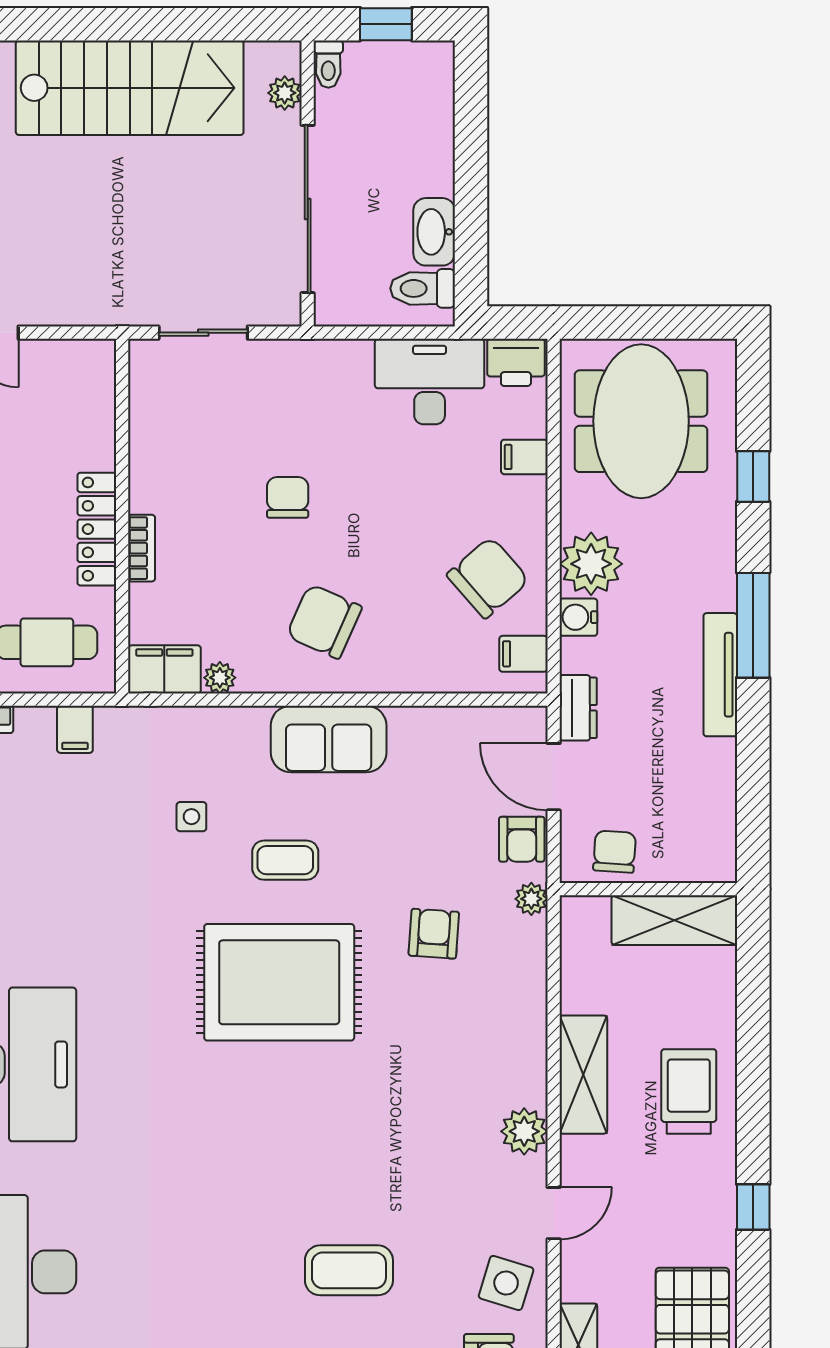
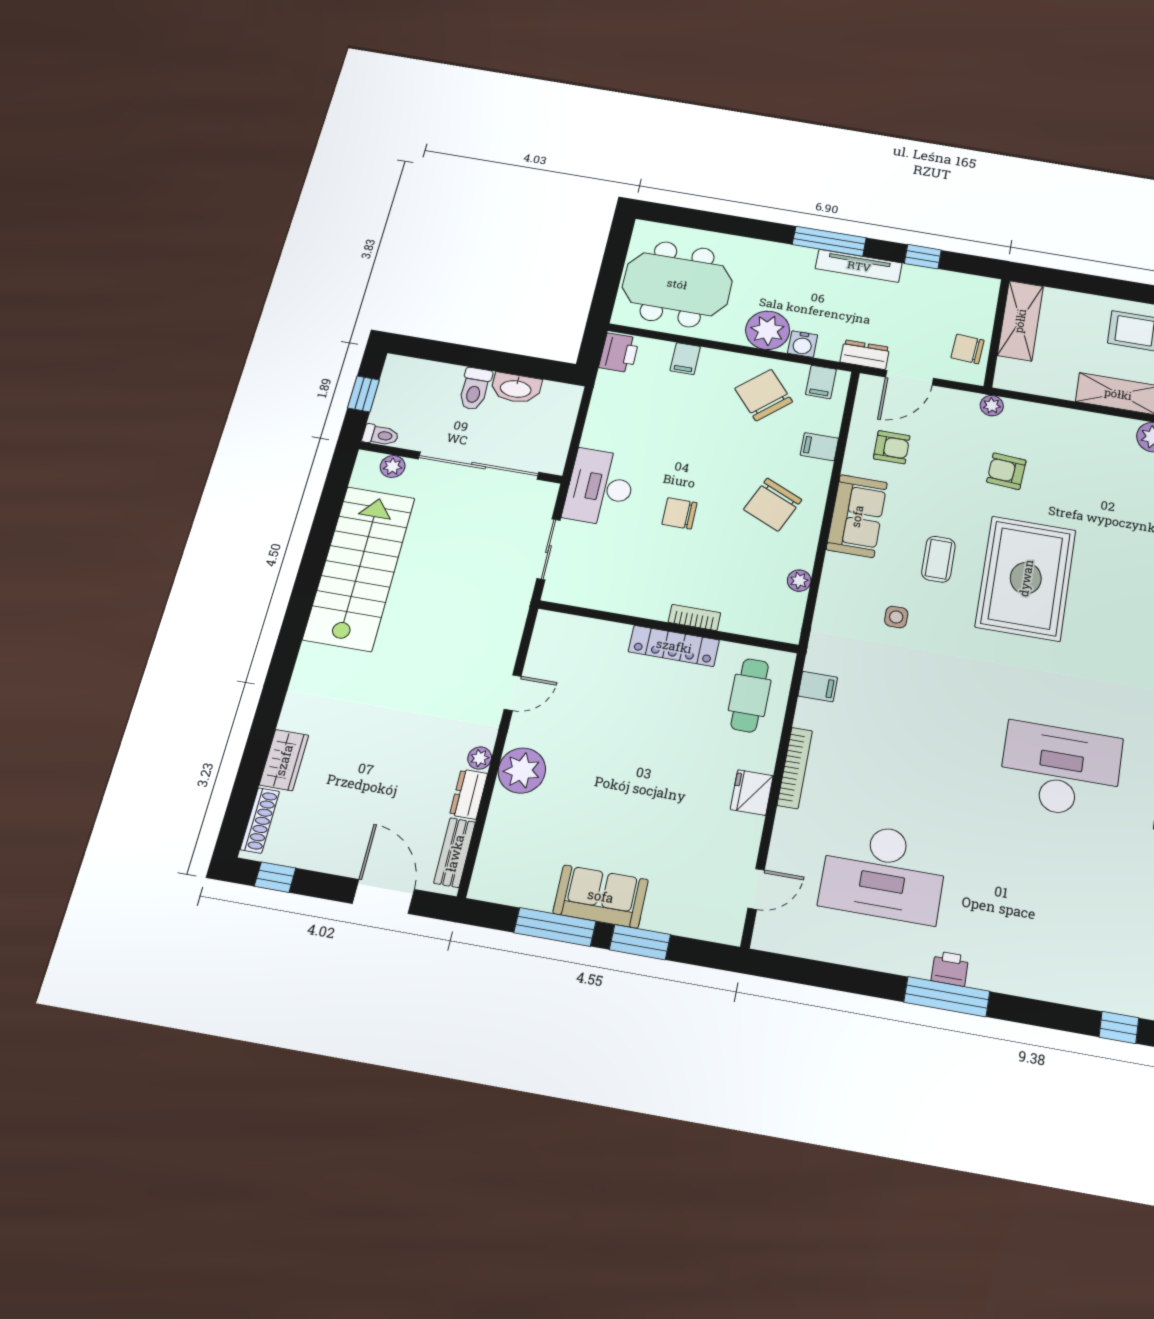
toilet: (423, 288) -> (475, 389), moved
desk: (430, 382) -> (600, 487), moved
window: (753, 476) -> (923, 257), moved
filing cabinet: (164, 669) -> (819, 447), moved, width x0.50
armchair: (522, 839) -> (892, 447), moved

